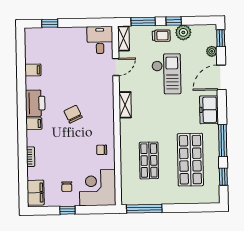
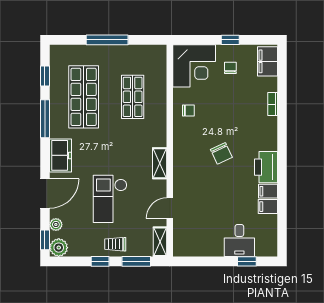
plant: (183, 32) -> (59, 248), moved
desk: (100, 40) -> (239, 240), moved
filing cabinet: (34, 124) -> (268, 191), moved
window: (144, 209) -> (107, 40), moved

